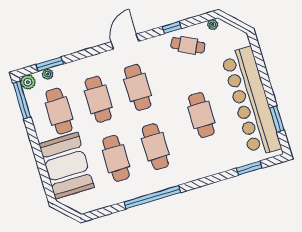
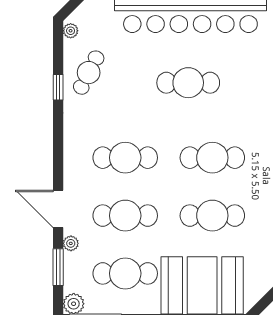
door: (125, 42) -> (58, 209), moved
plant: (48, 74) -> (71, 243), moved

